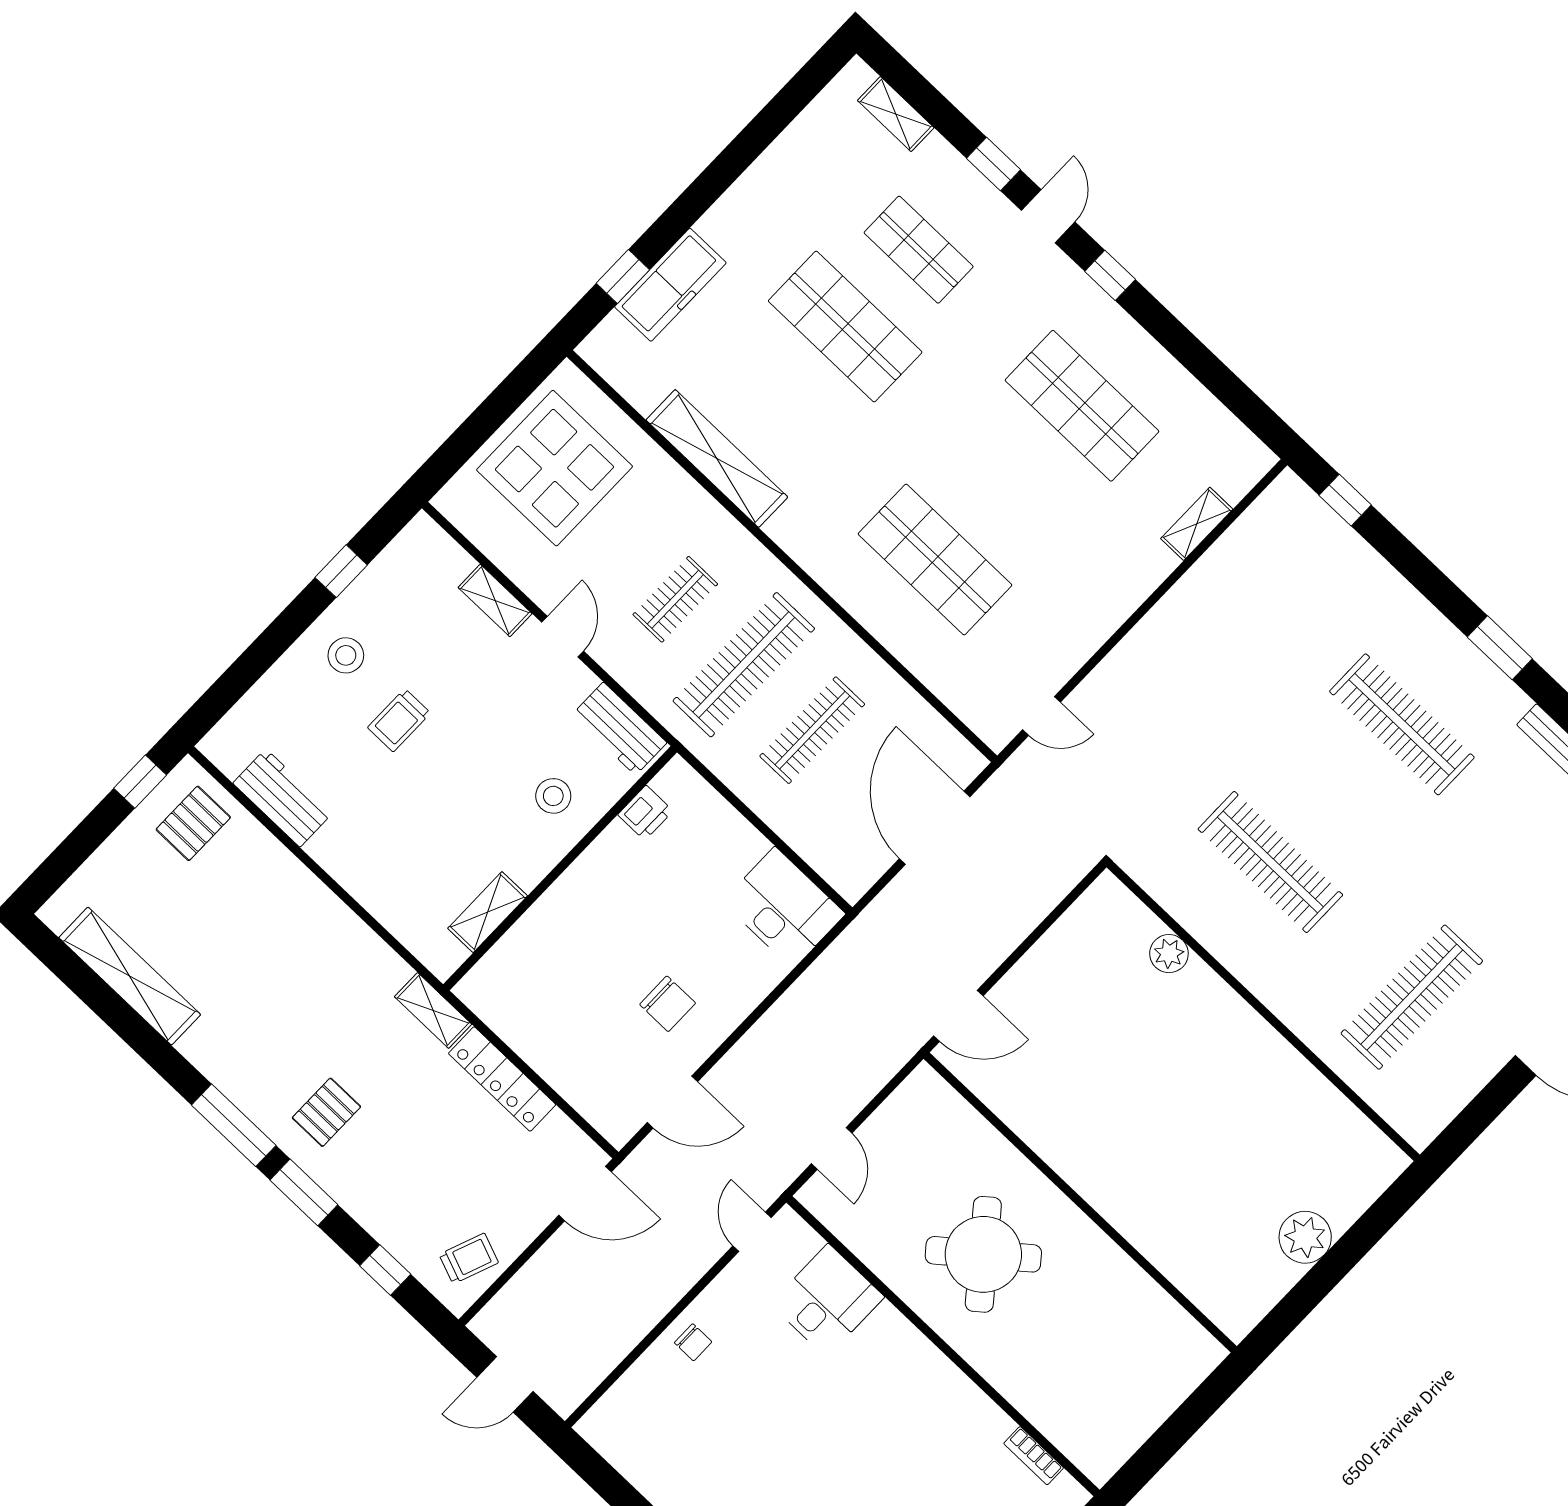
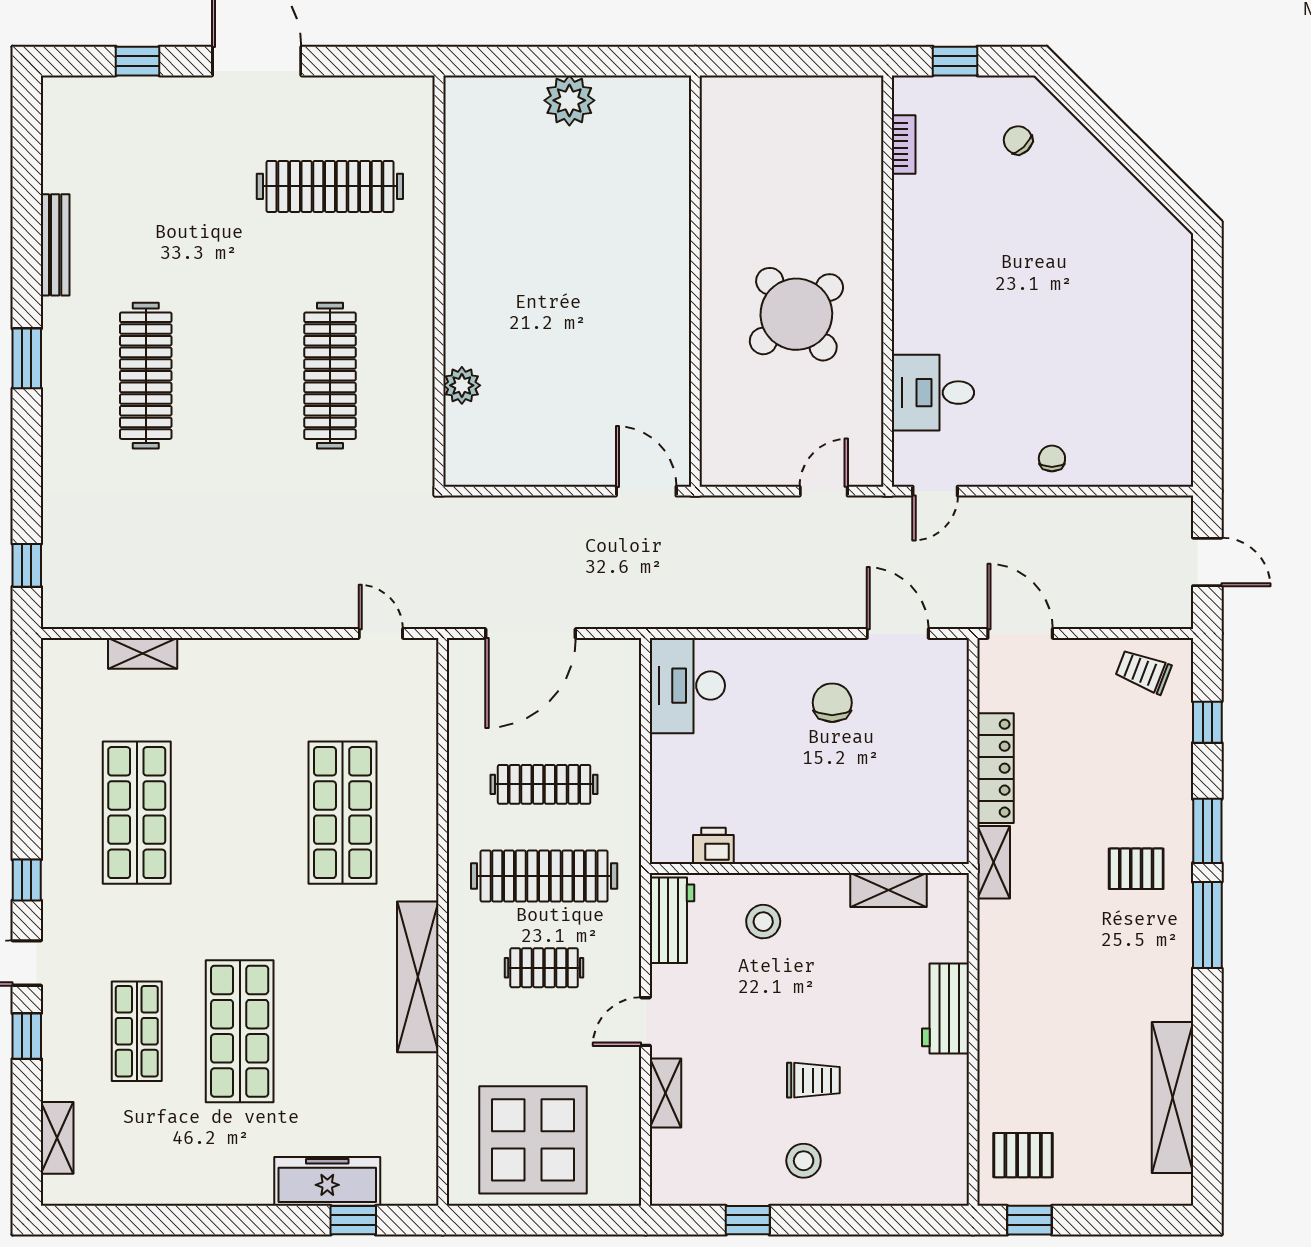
shelving: (717, 458) -> (418, 977), moved
workbench: (283, 798) -> (945, 1008), moved

